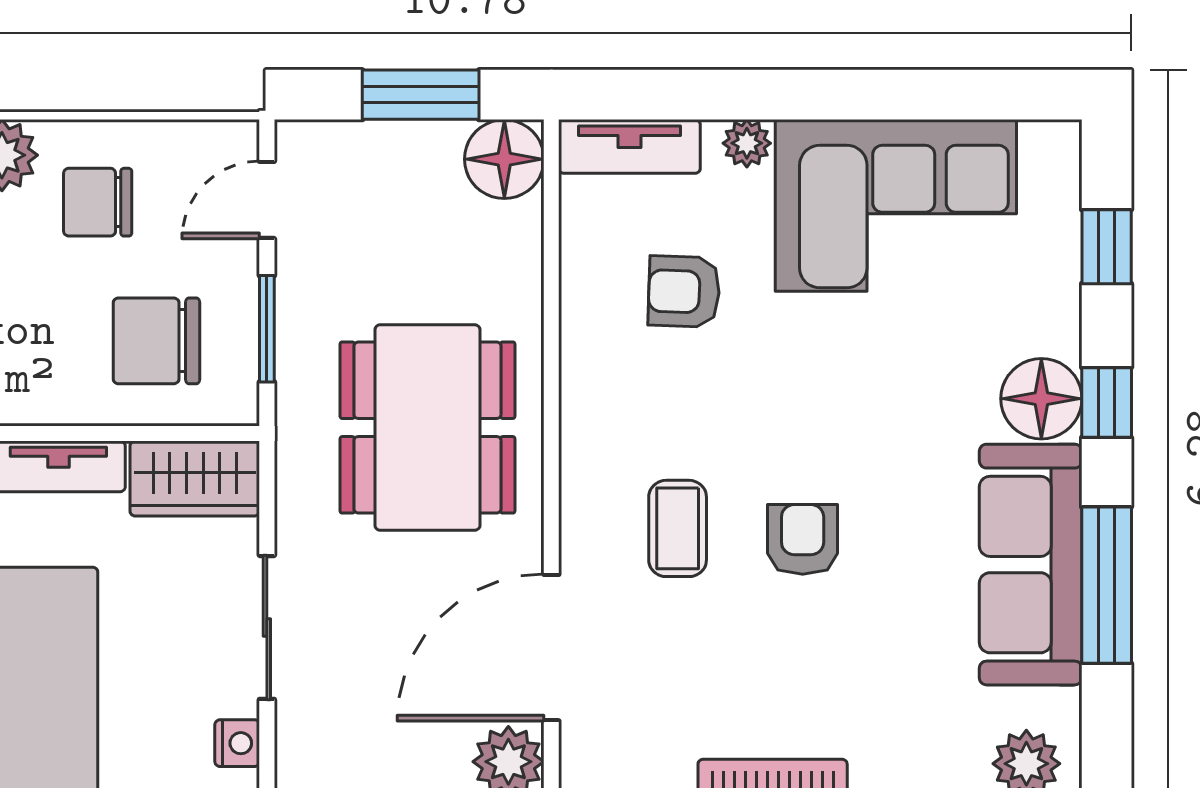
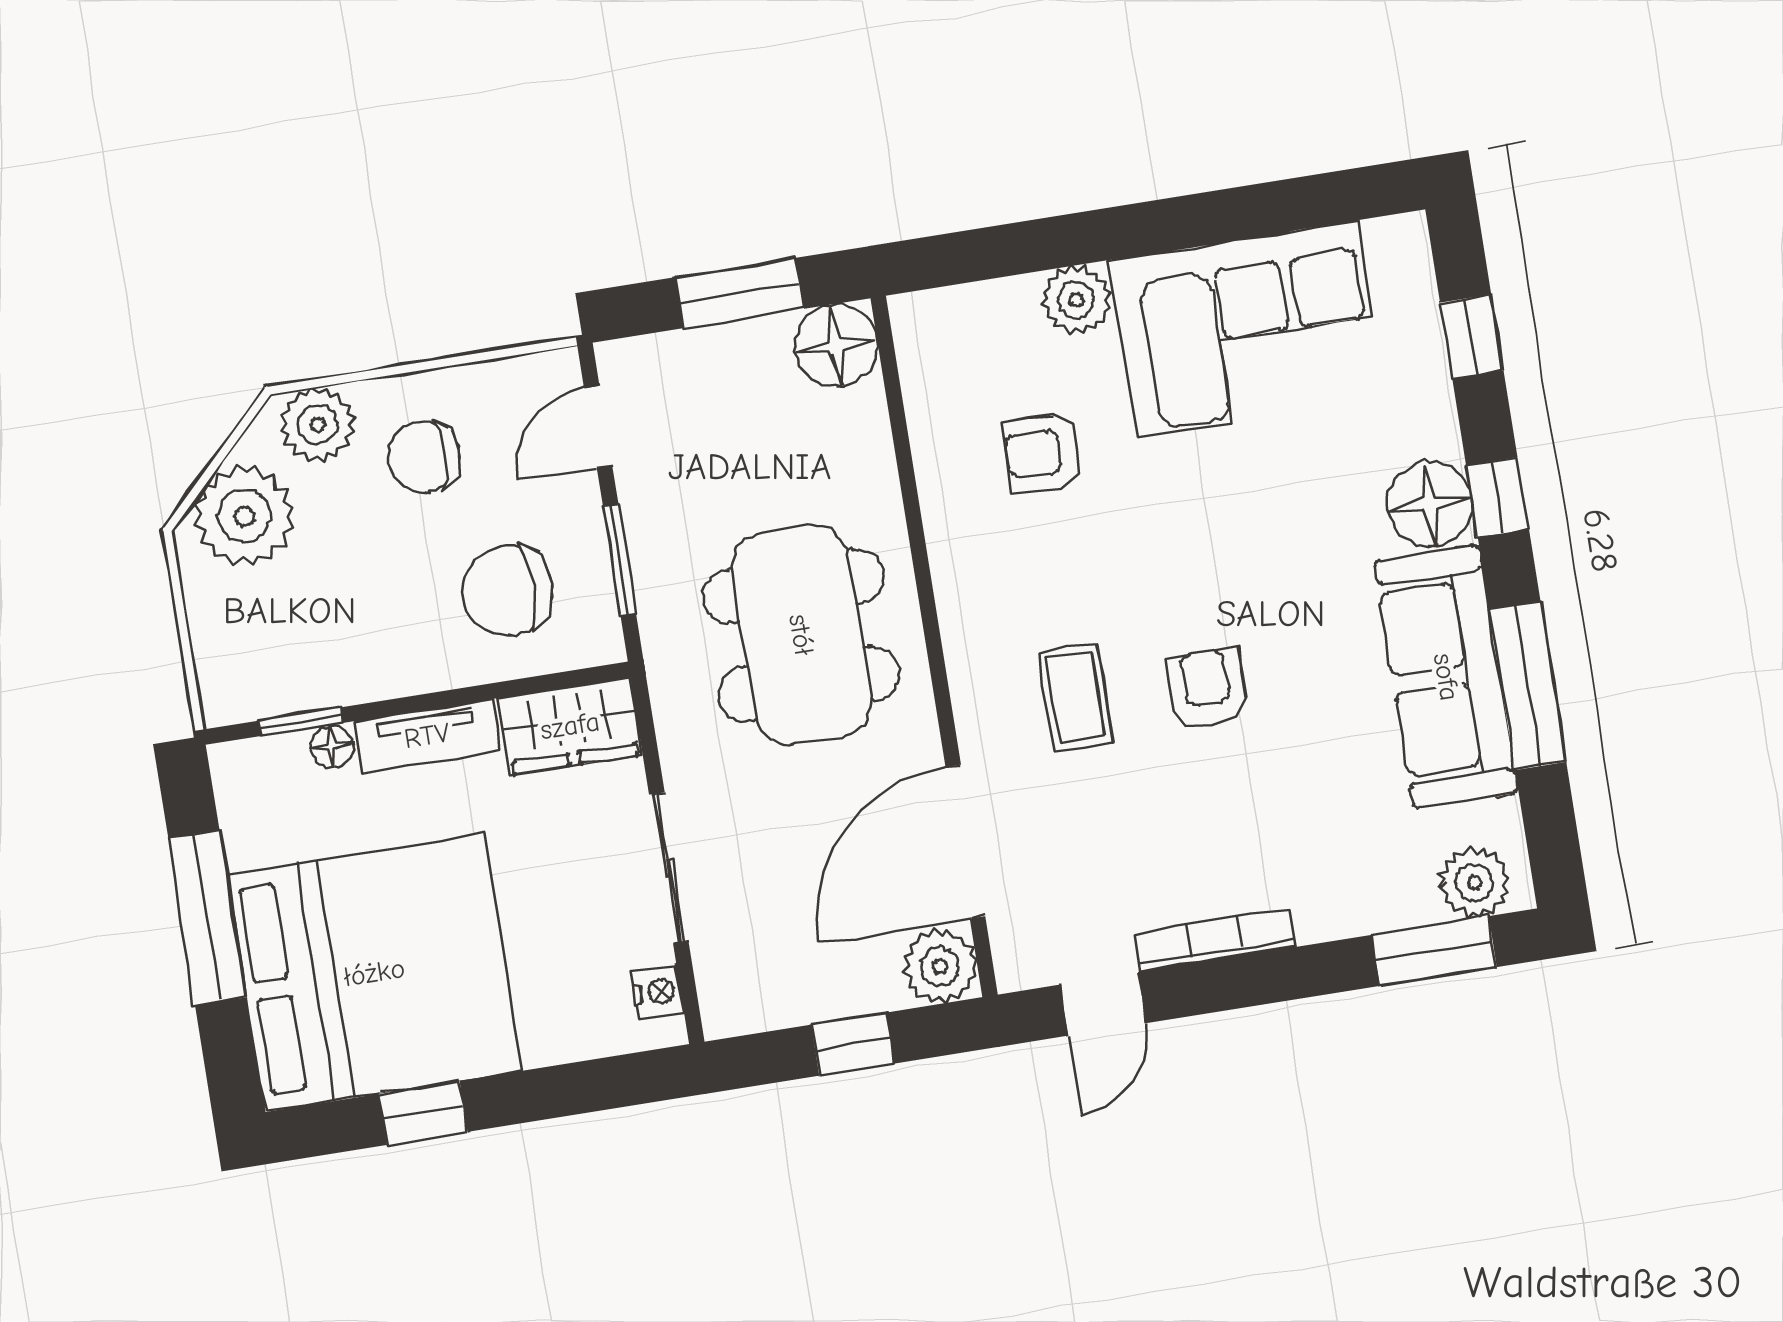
plant: (747, 143) -> (1076, 300), width x1.38, depth x1.38
tv unit: (629, 146) -> (963, 312), removed

